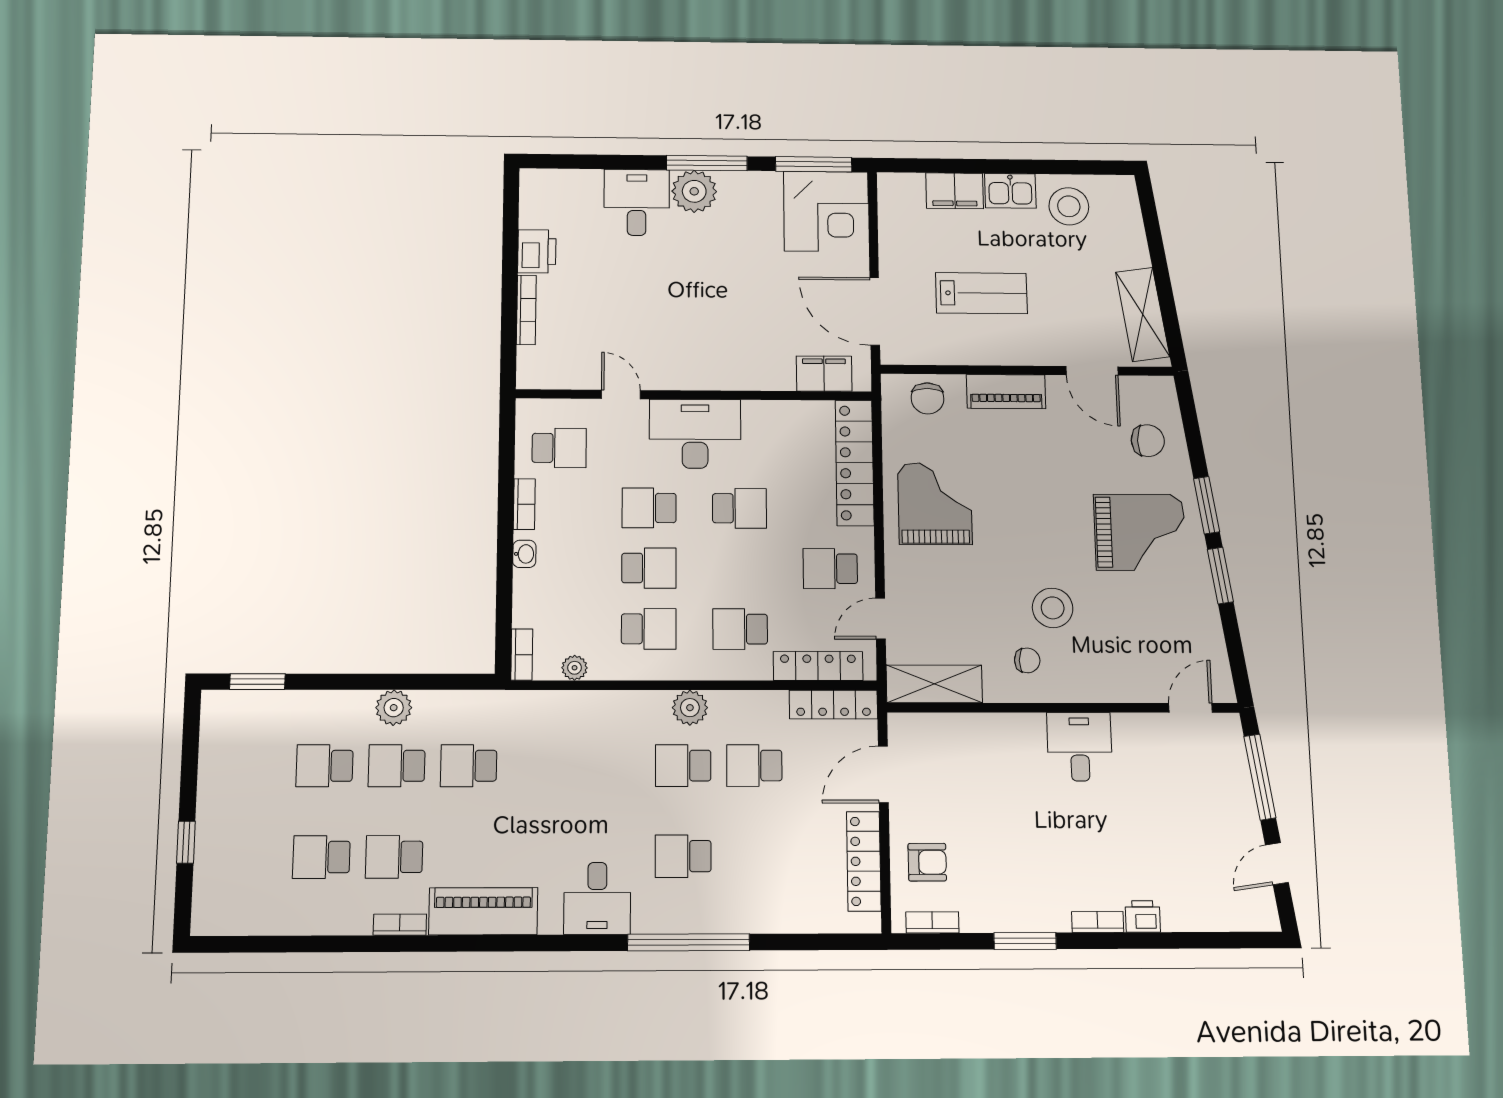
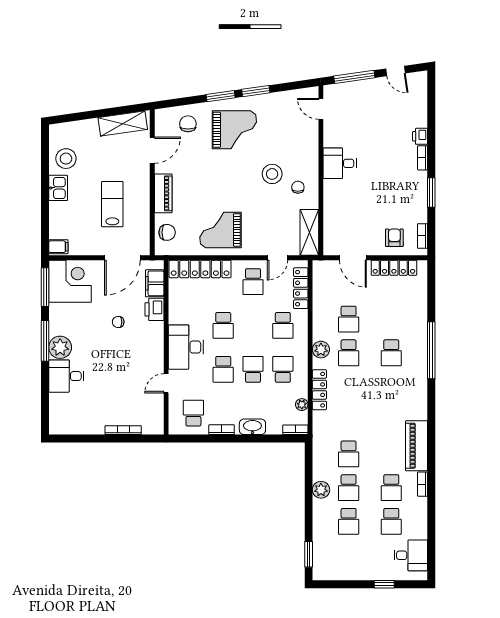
filing cabinet: (955, 191) -> (58, 247), moved, width x0.50
printer: (537, 251) -> (154, 309), moved, turned -90
chair: (745, 302) -> (118, 322), added
school desk: (739, 508) -> (223, 325), turned 180
grand piano: (1140, 532) -> (234, 130), turned 90
washbasin: (524, 554) -> (252, 427), width x1.91, depth x1.45
door: (880, 619) -> (278, 258), hinge flipped
locker: (833, 705) -> (319, 390), moved
desk: (597, 898) -> (411, 555), moved

